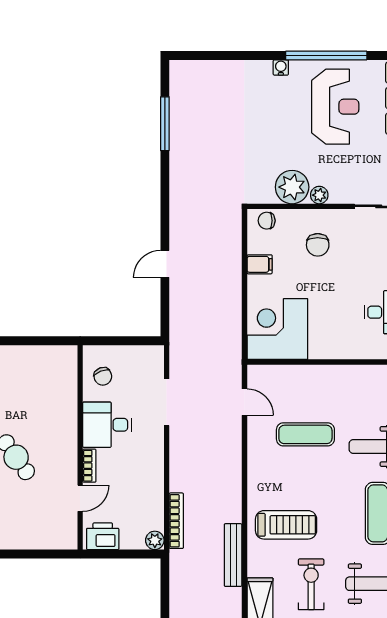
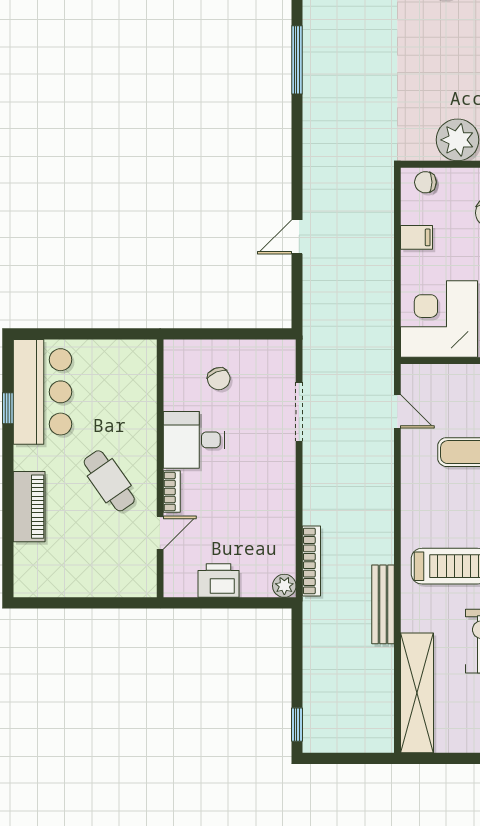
desk: (107, 425) -> (194, 440), moved
wall: (80, 447) -> (160, 468), moved
bookcase: (89, 466) -> (172, 491), moved
door: (80, 498) -> (160, 533), moved

